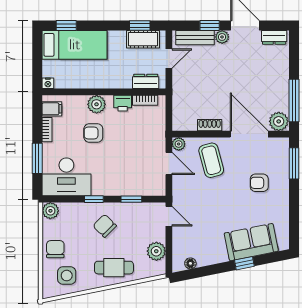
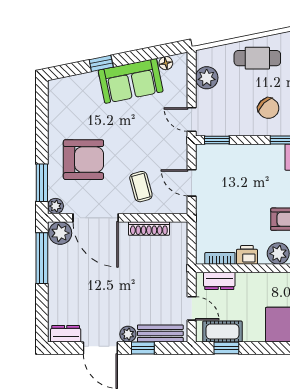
door: (169, 59) -> (192, 308), swing flipped
shoe rack: (210, 125) -> (149, 229), width x1.43
plant: (179, 144) -> (56, 206), moved
coffee table: (211, 160) -> (141, 187), width x0.73, depth x0.77
armchair: (259, 183) -> (83, 160), width x1.88, depth x1.88
window: (131, 199) -> (217, 140), moved
sofa: (251, 242) -> (131, 81), moved

